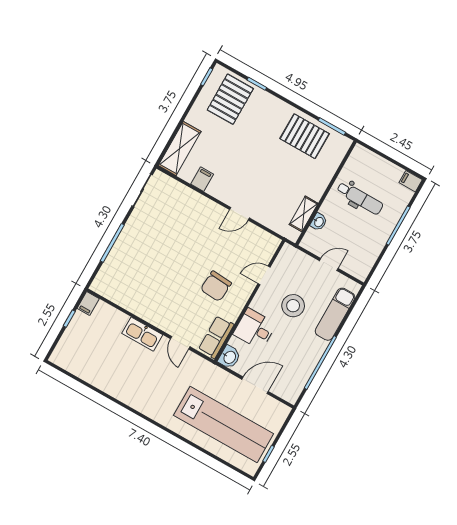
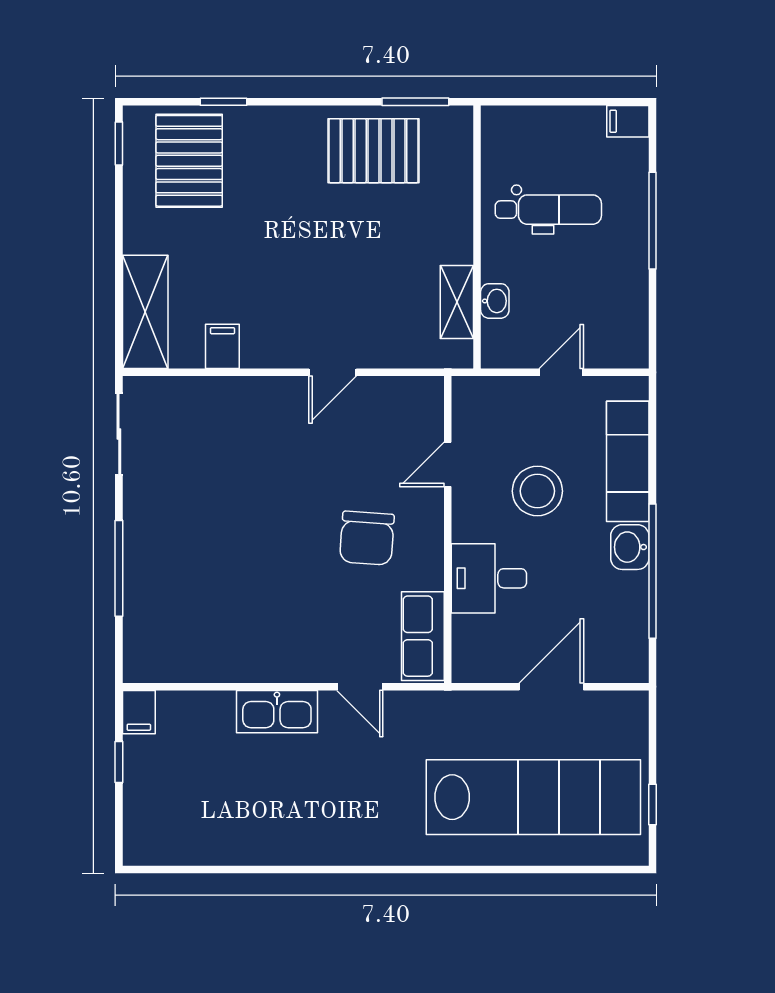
washbasin: (229, 357) -> (630, 547), moved, turned 180

